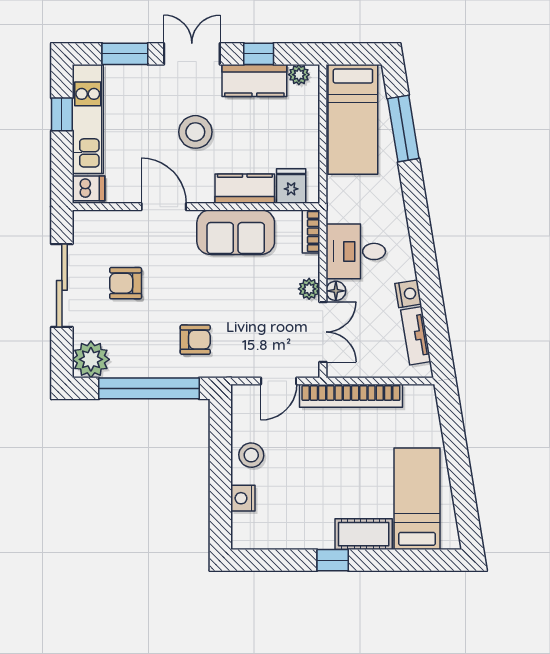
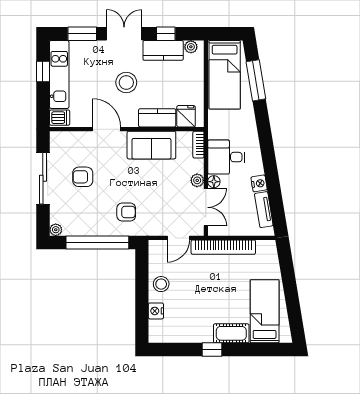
plant: (91, 359) -> (56, 230), width x0.53, depth x0.53

